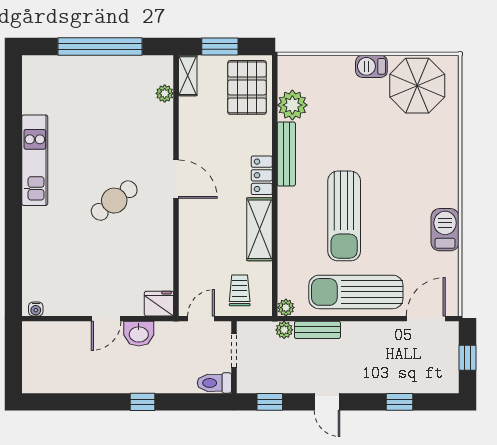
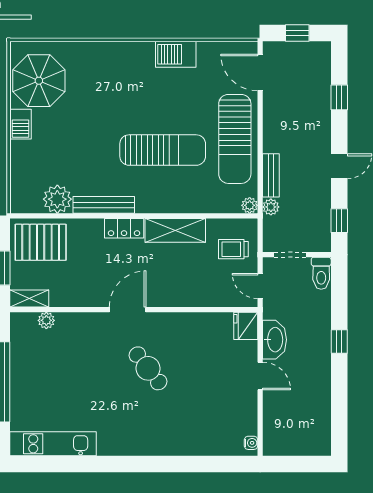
kitchen unit: (35, 160) -> (53, 444), moved
washbasin: (139, 334) -> (274, 340), width x1.38

